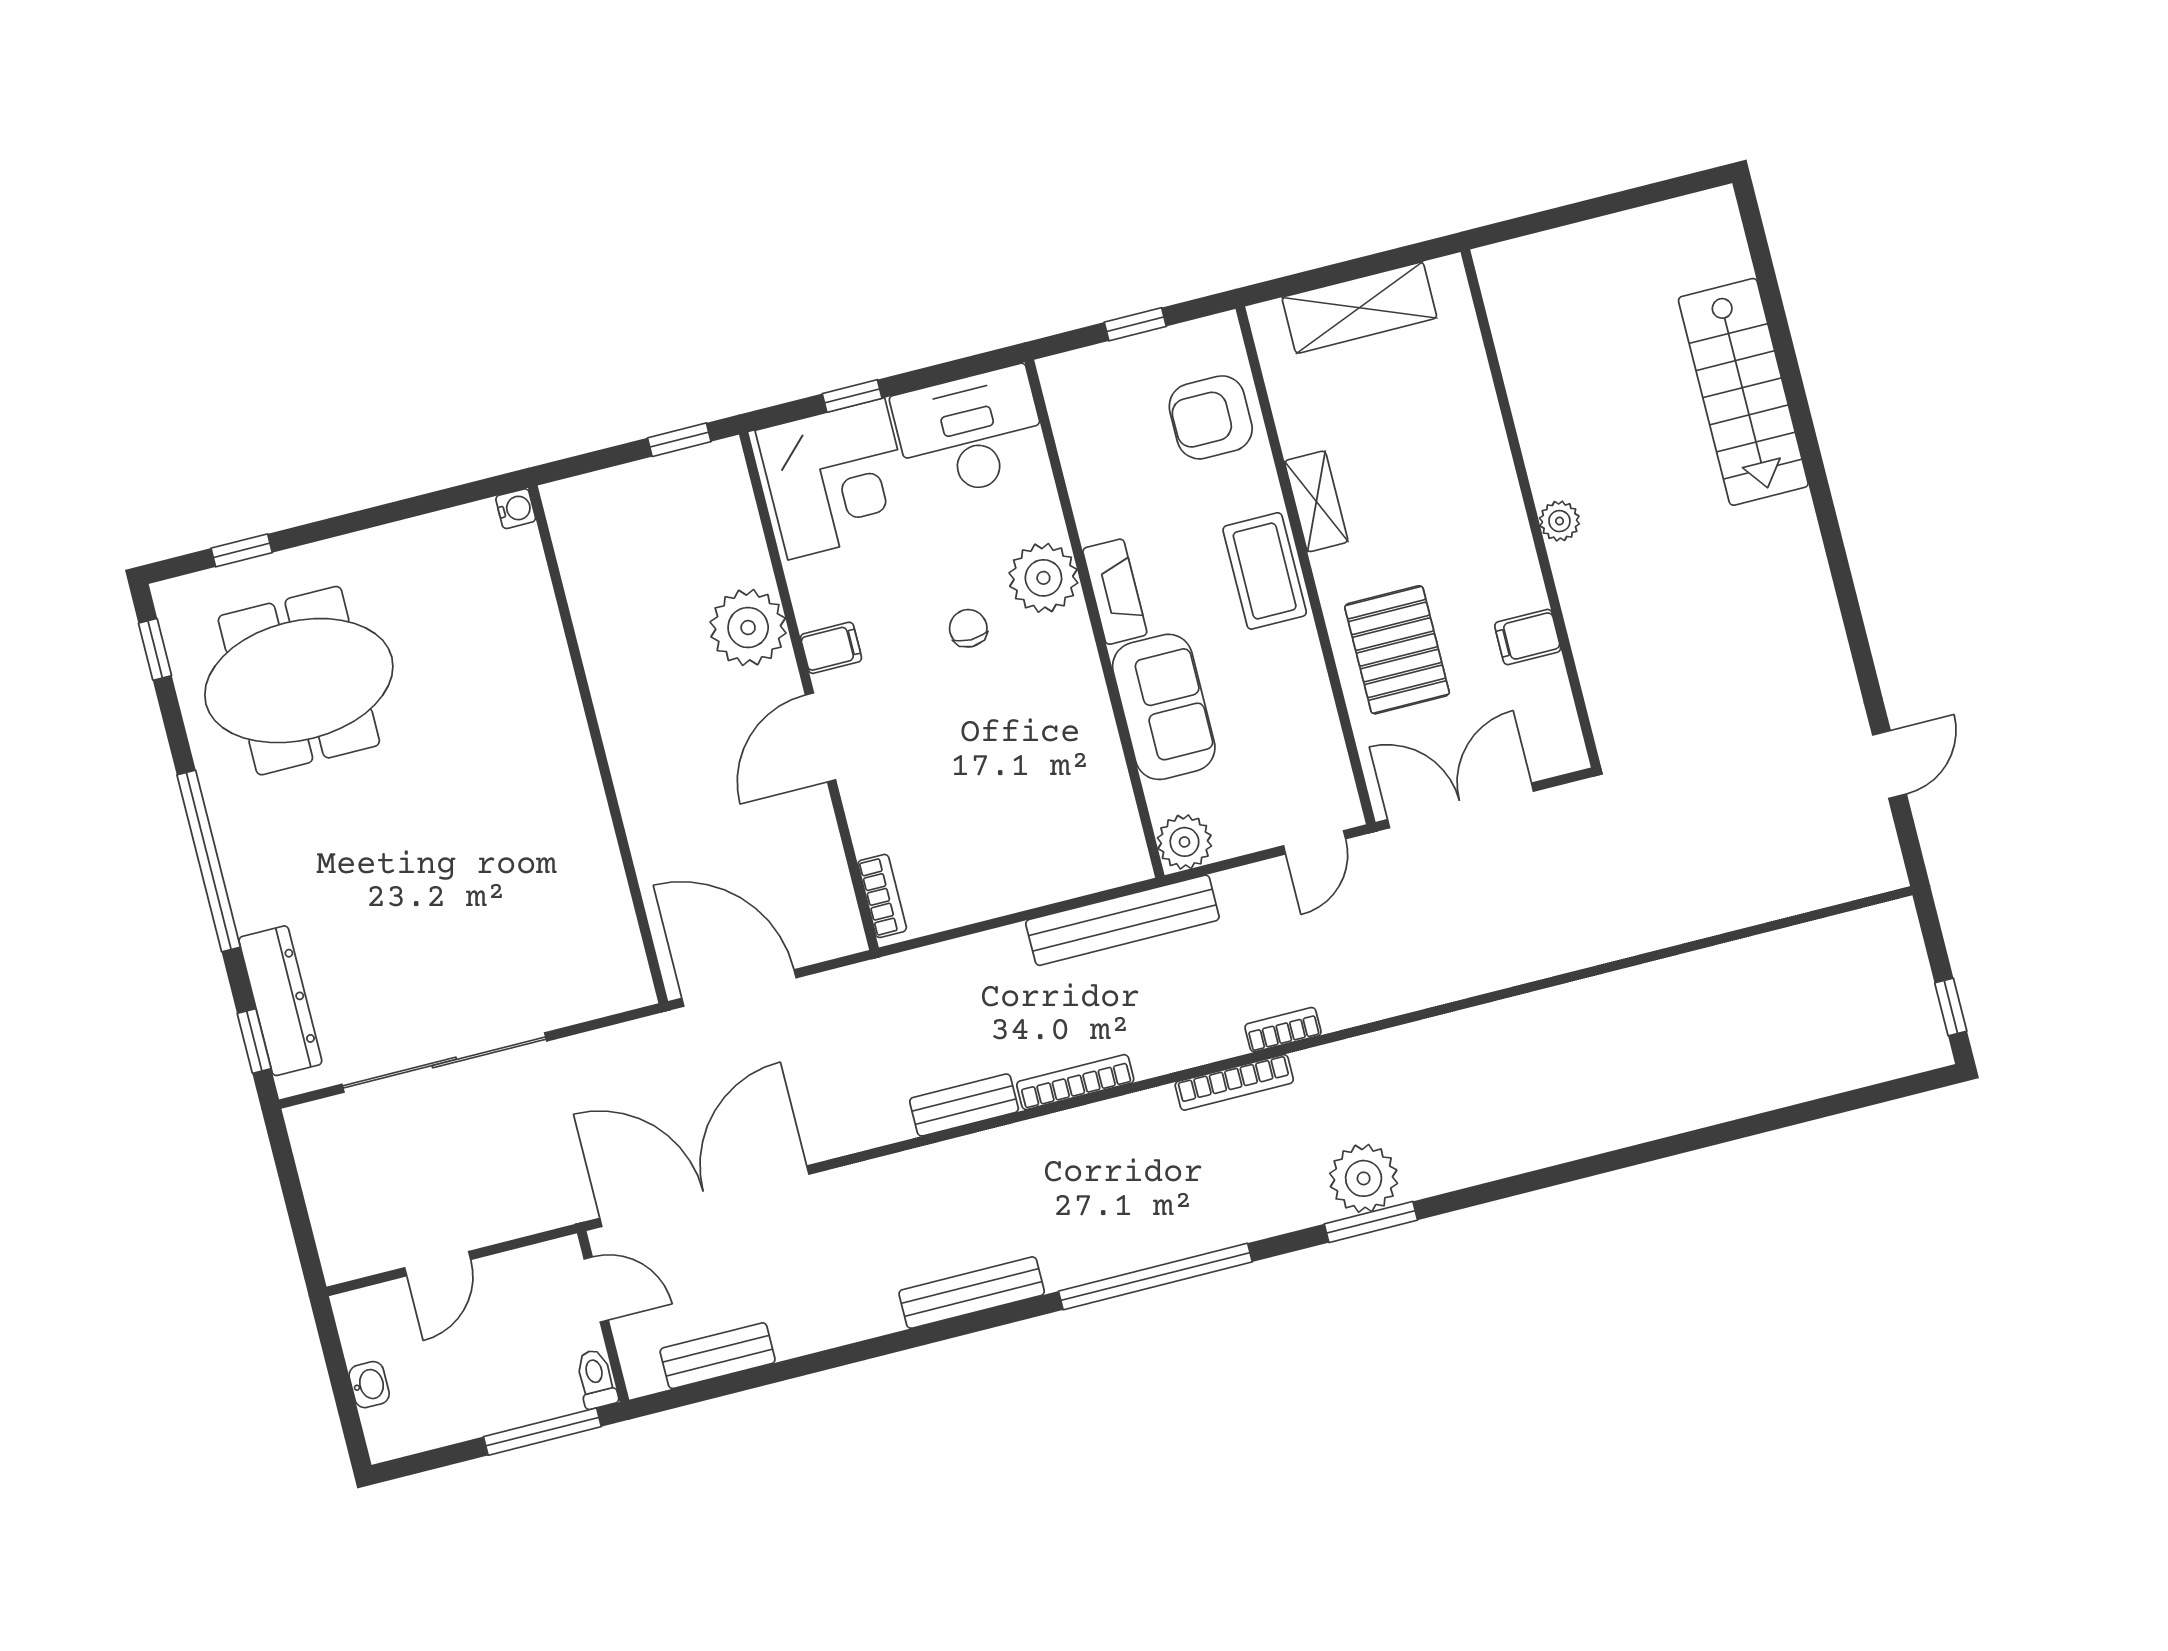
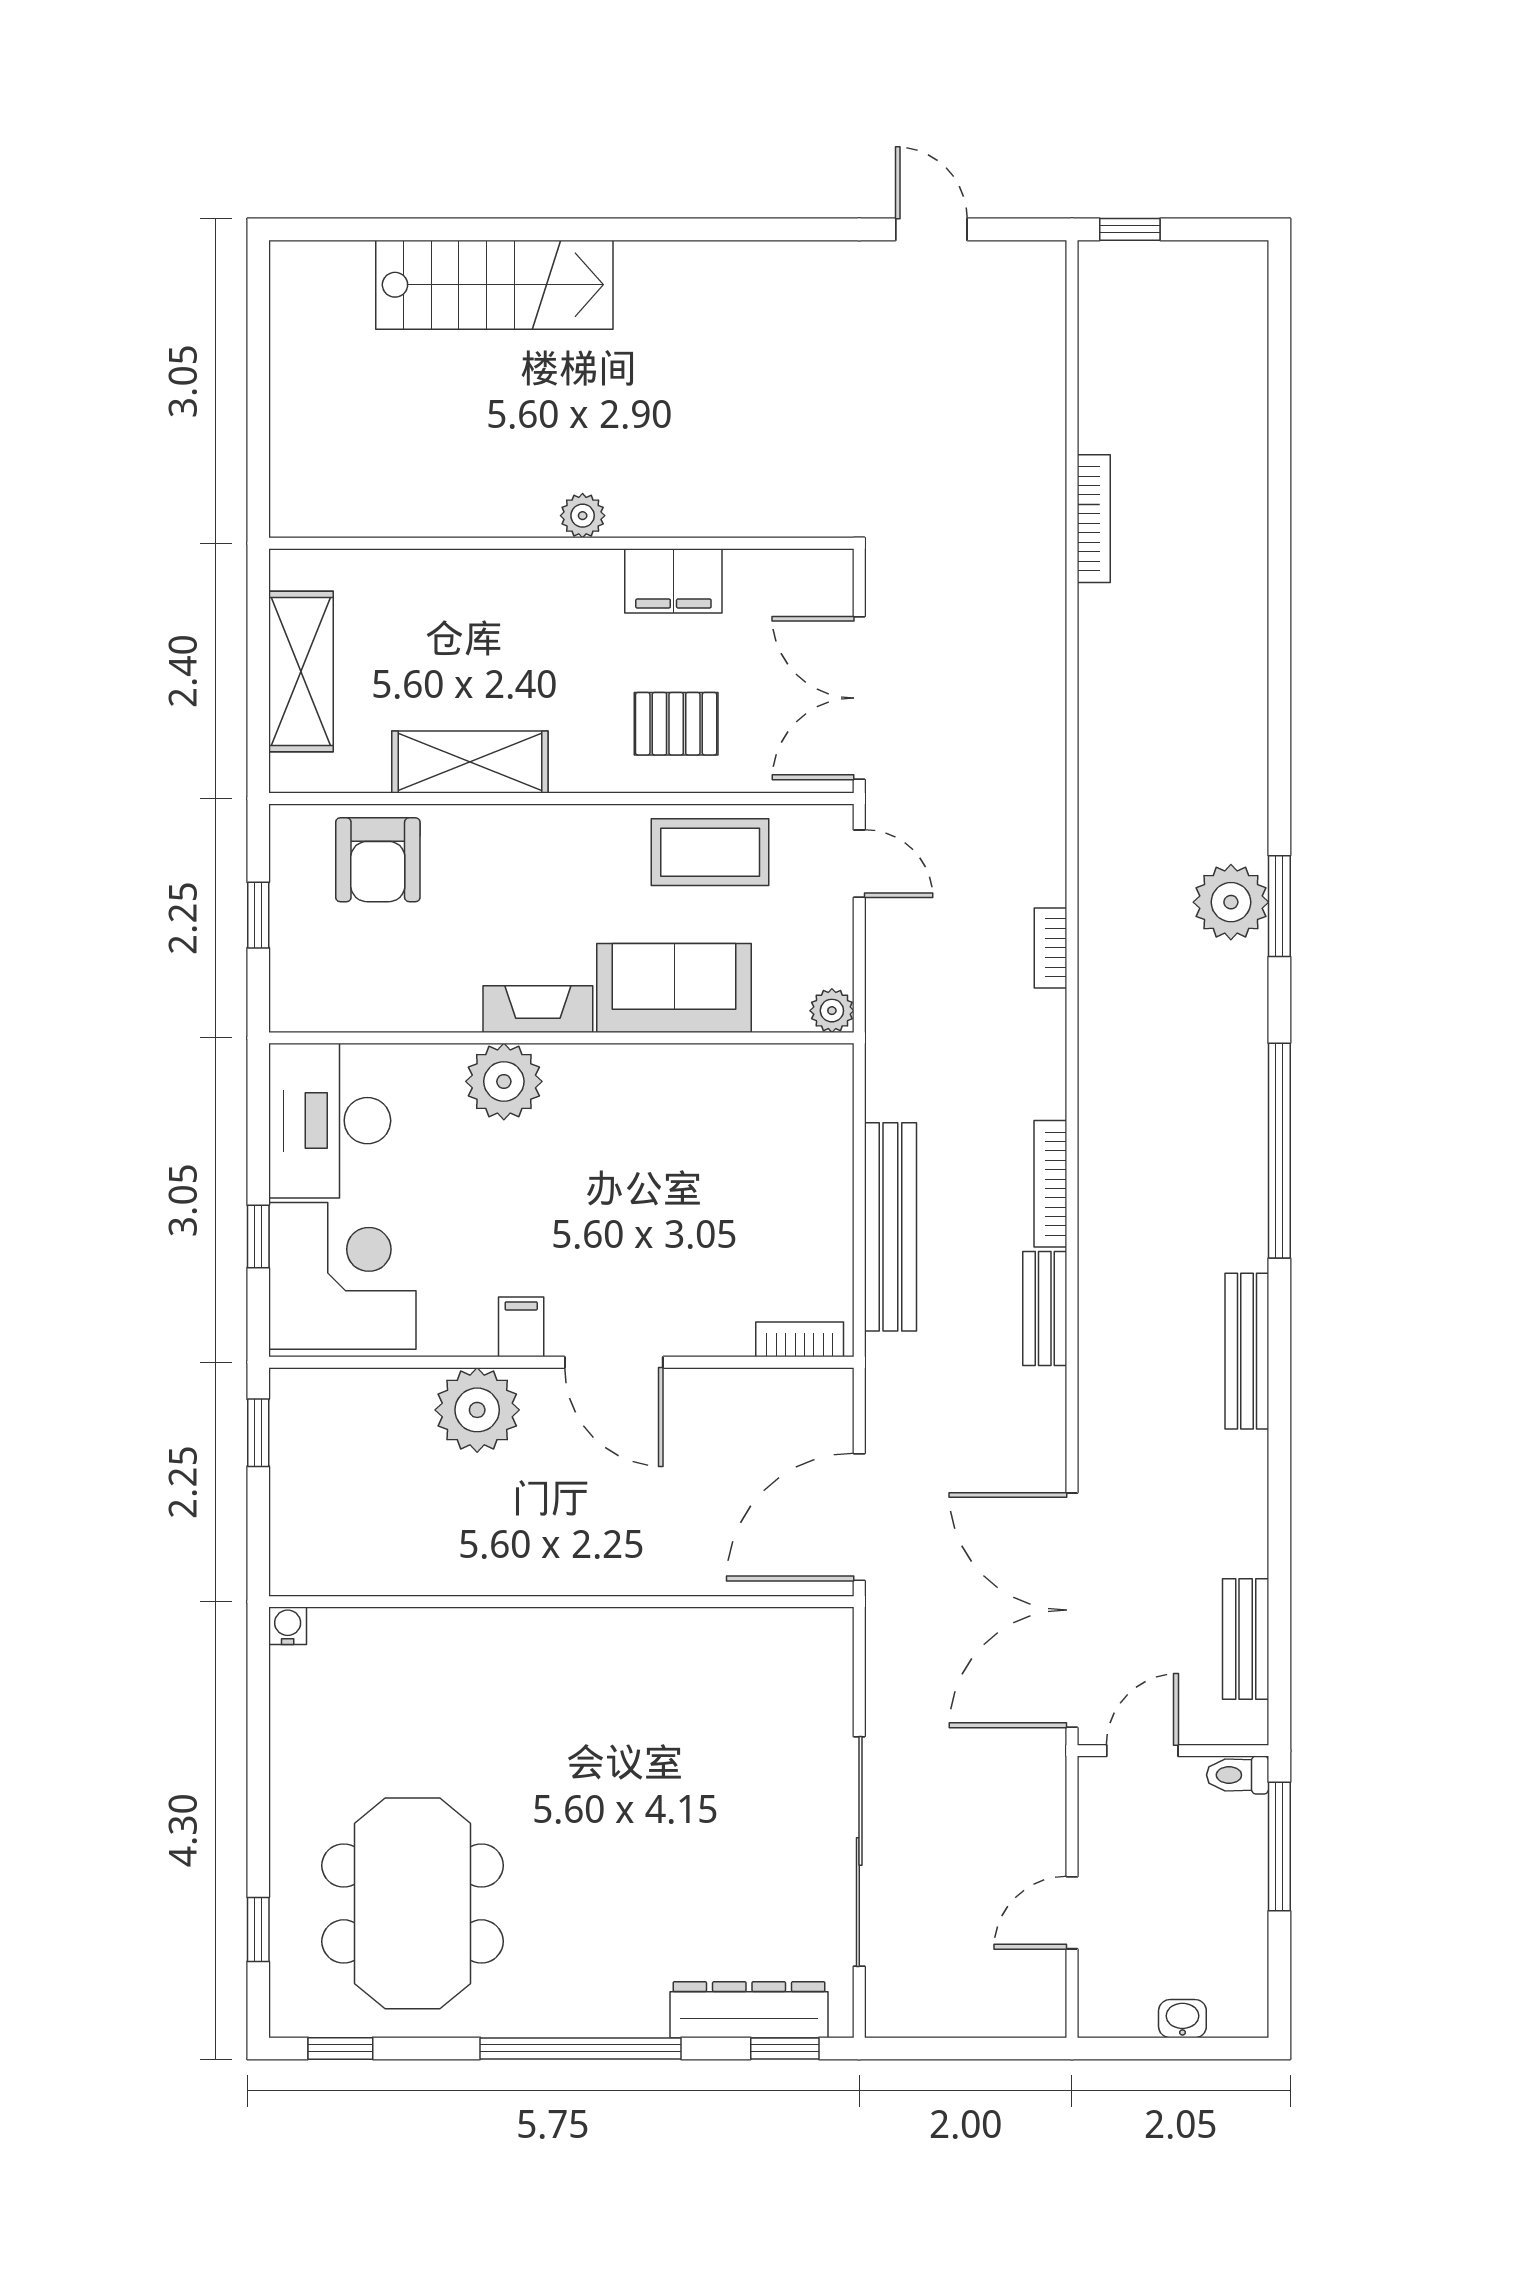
shelving: (1316, 501) -> (470, 762), width x1.50, depth x1.33
coffee table: (1265, 571) -> (710, 852), moved
chair: (968, 628) -> (537, 1175), removed
filing cabinet: (1528, 637) -> (673, 581), width x2.00
pallet: (1397, 650) -> (676, 724), width x0.67, depth x0.71
plant: (1184, 842) -> (832, 1011), width x0.73, depth x0.73
bench: (1122, 920) -> (890, 1227), moved
window: (1951, 1007) -> (1130, 229), moved
bookcase: (1234, 1082) -> (1094, 519), moved
door: (438, 1264) -> (1072, 1913), swing flipped

